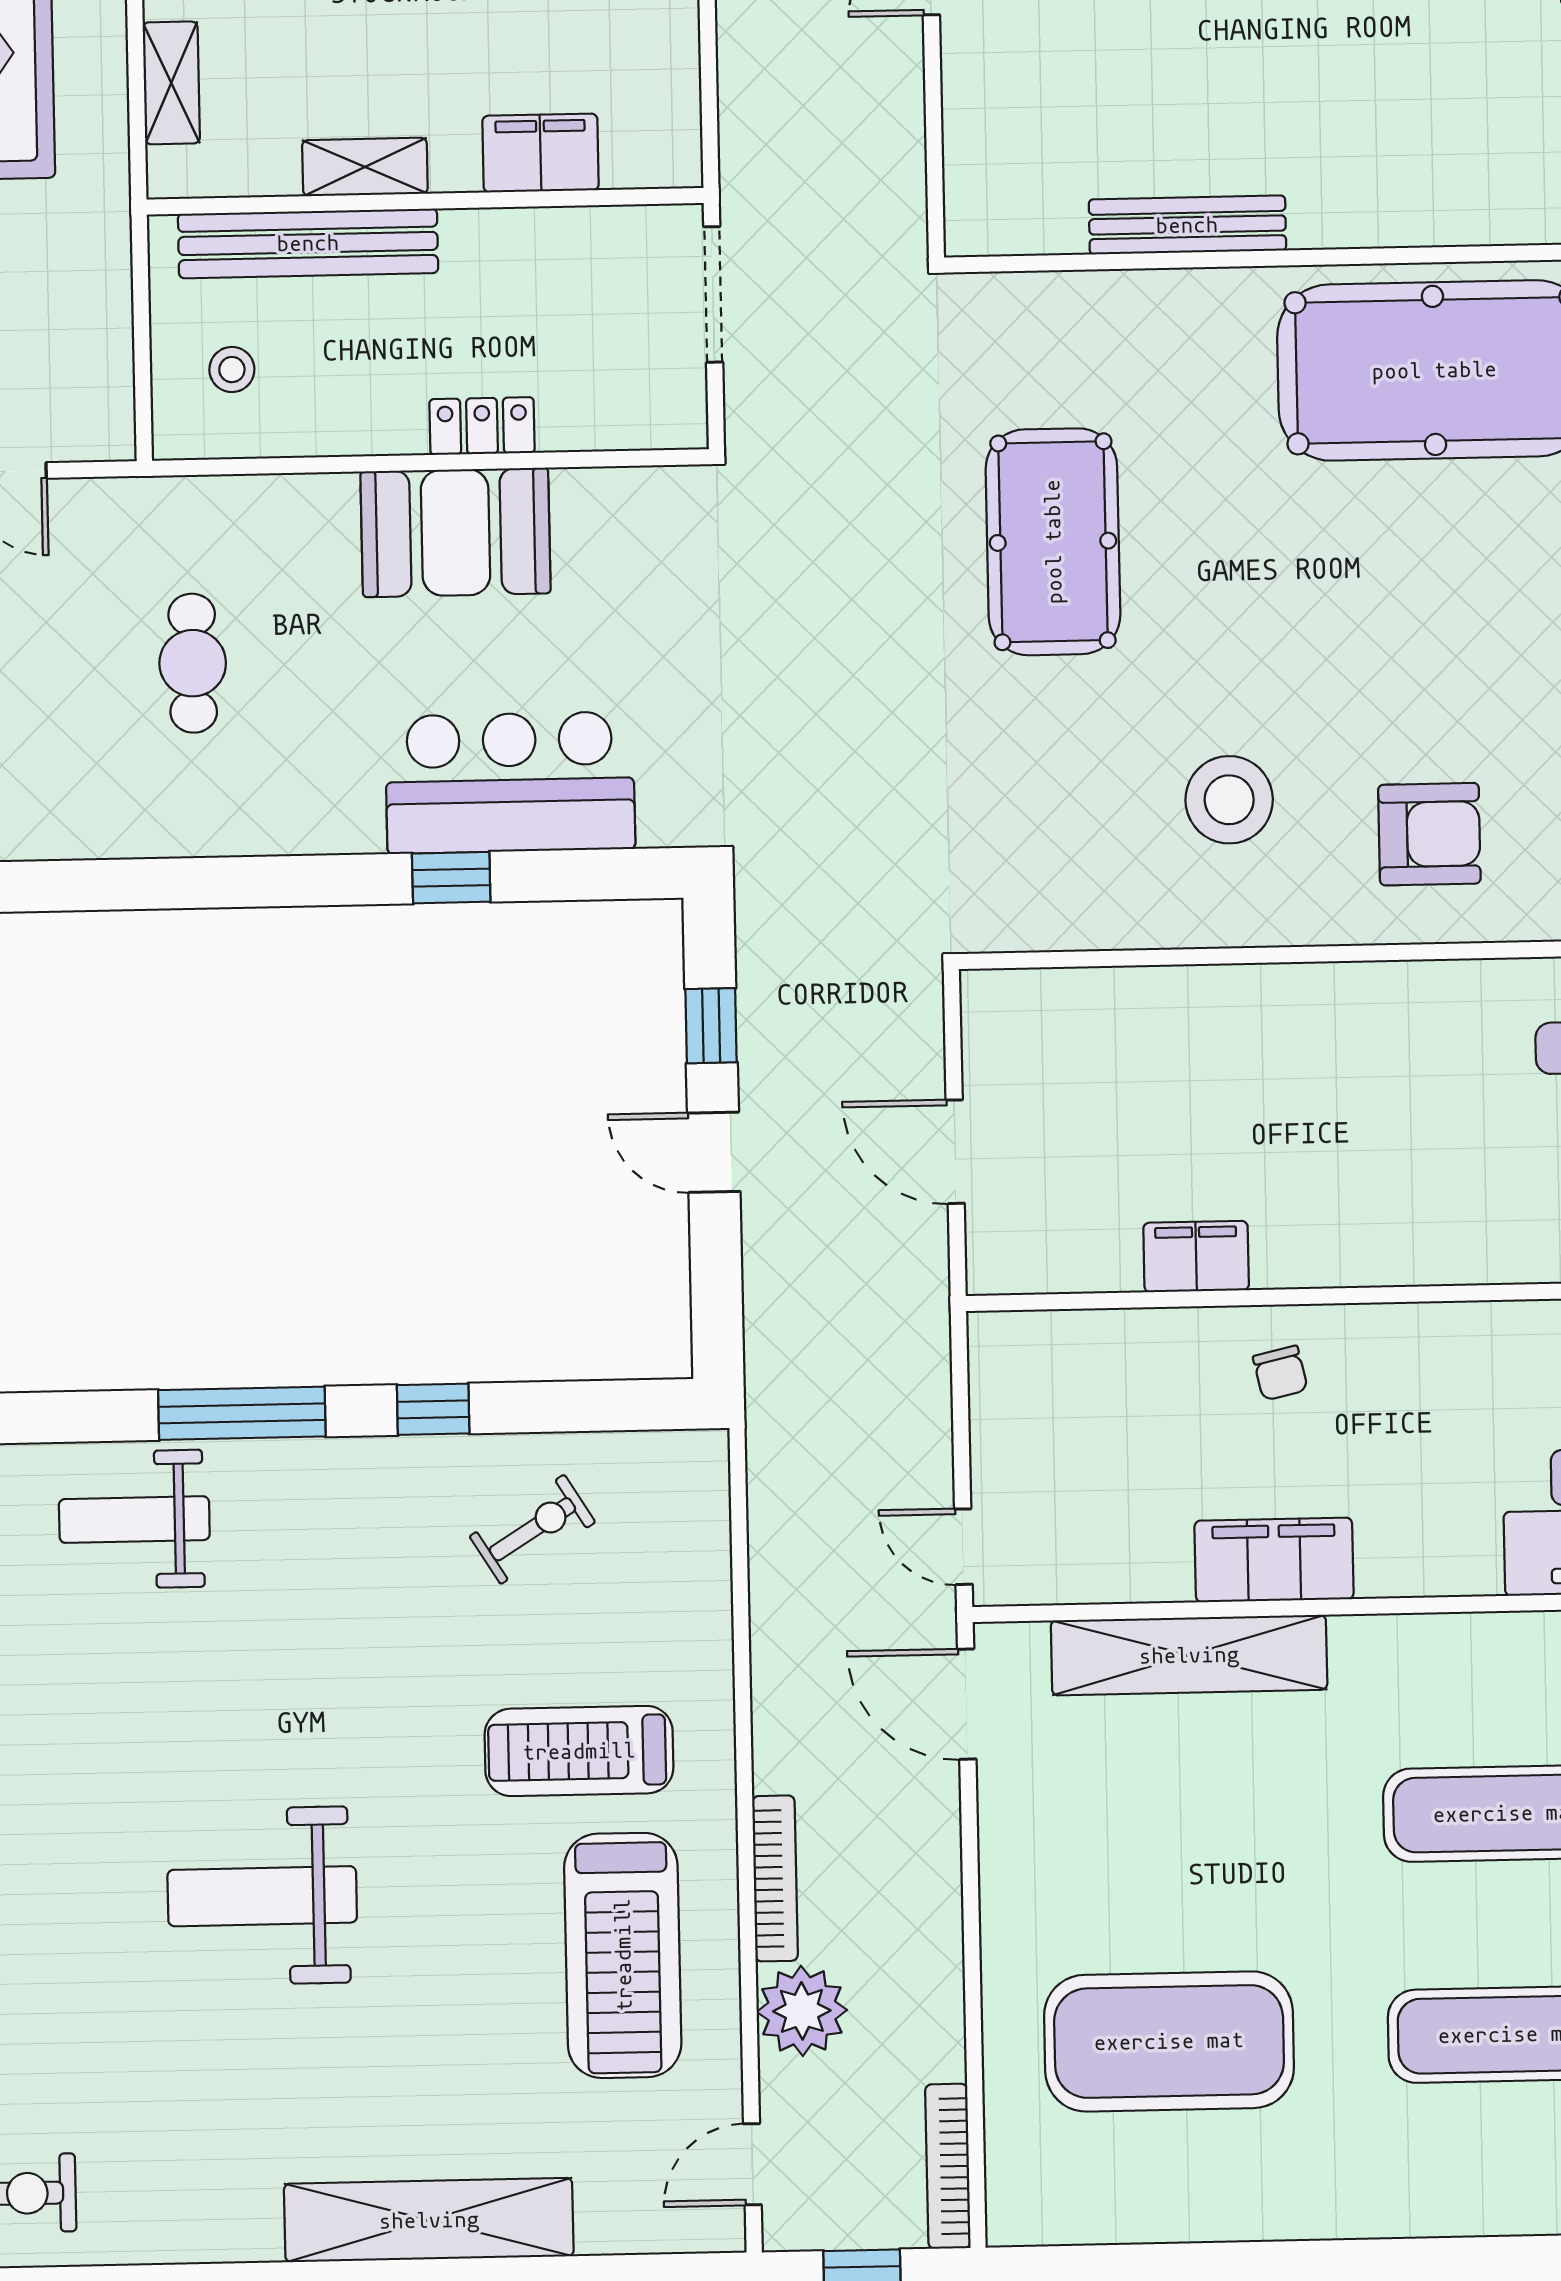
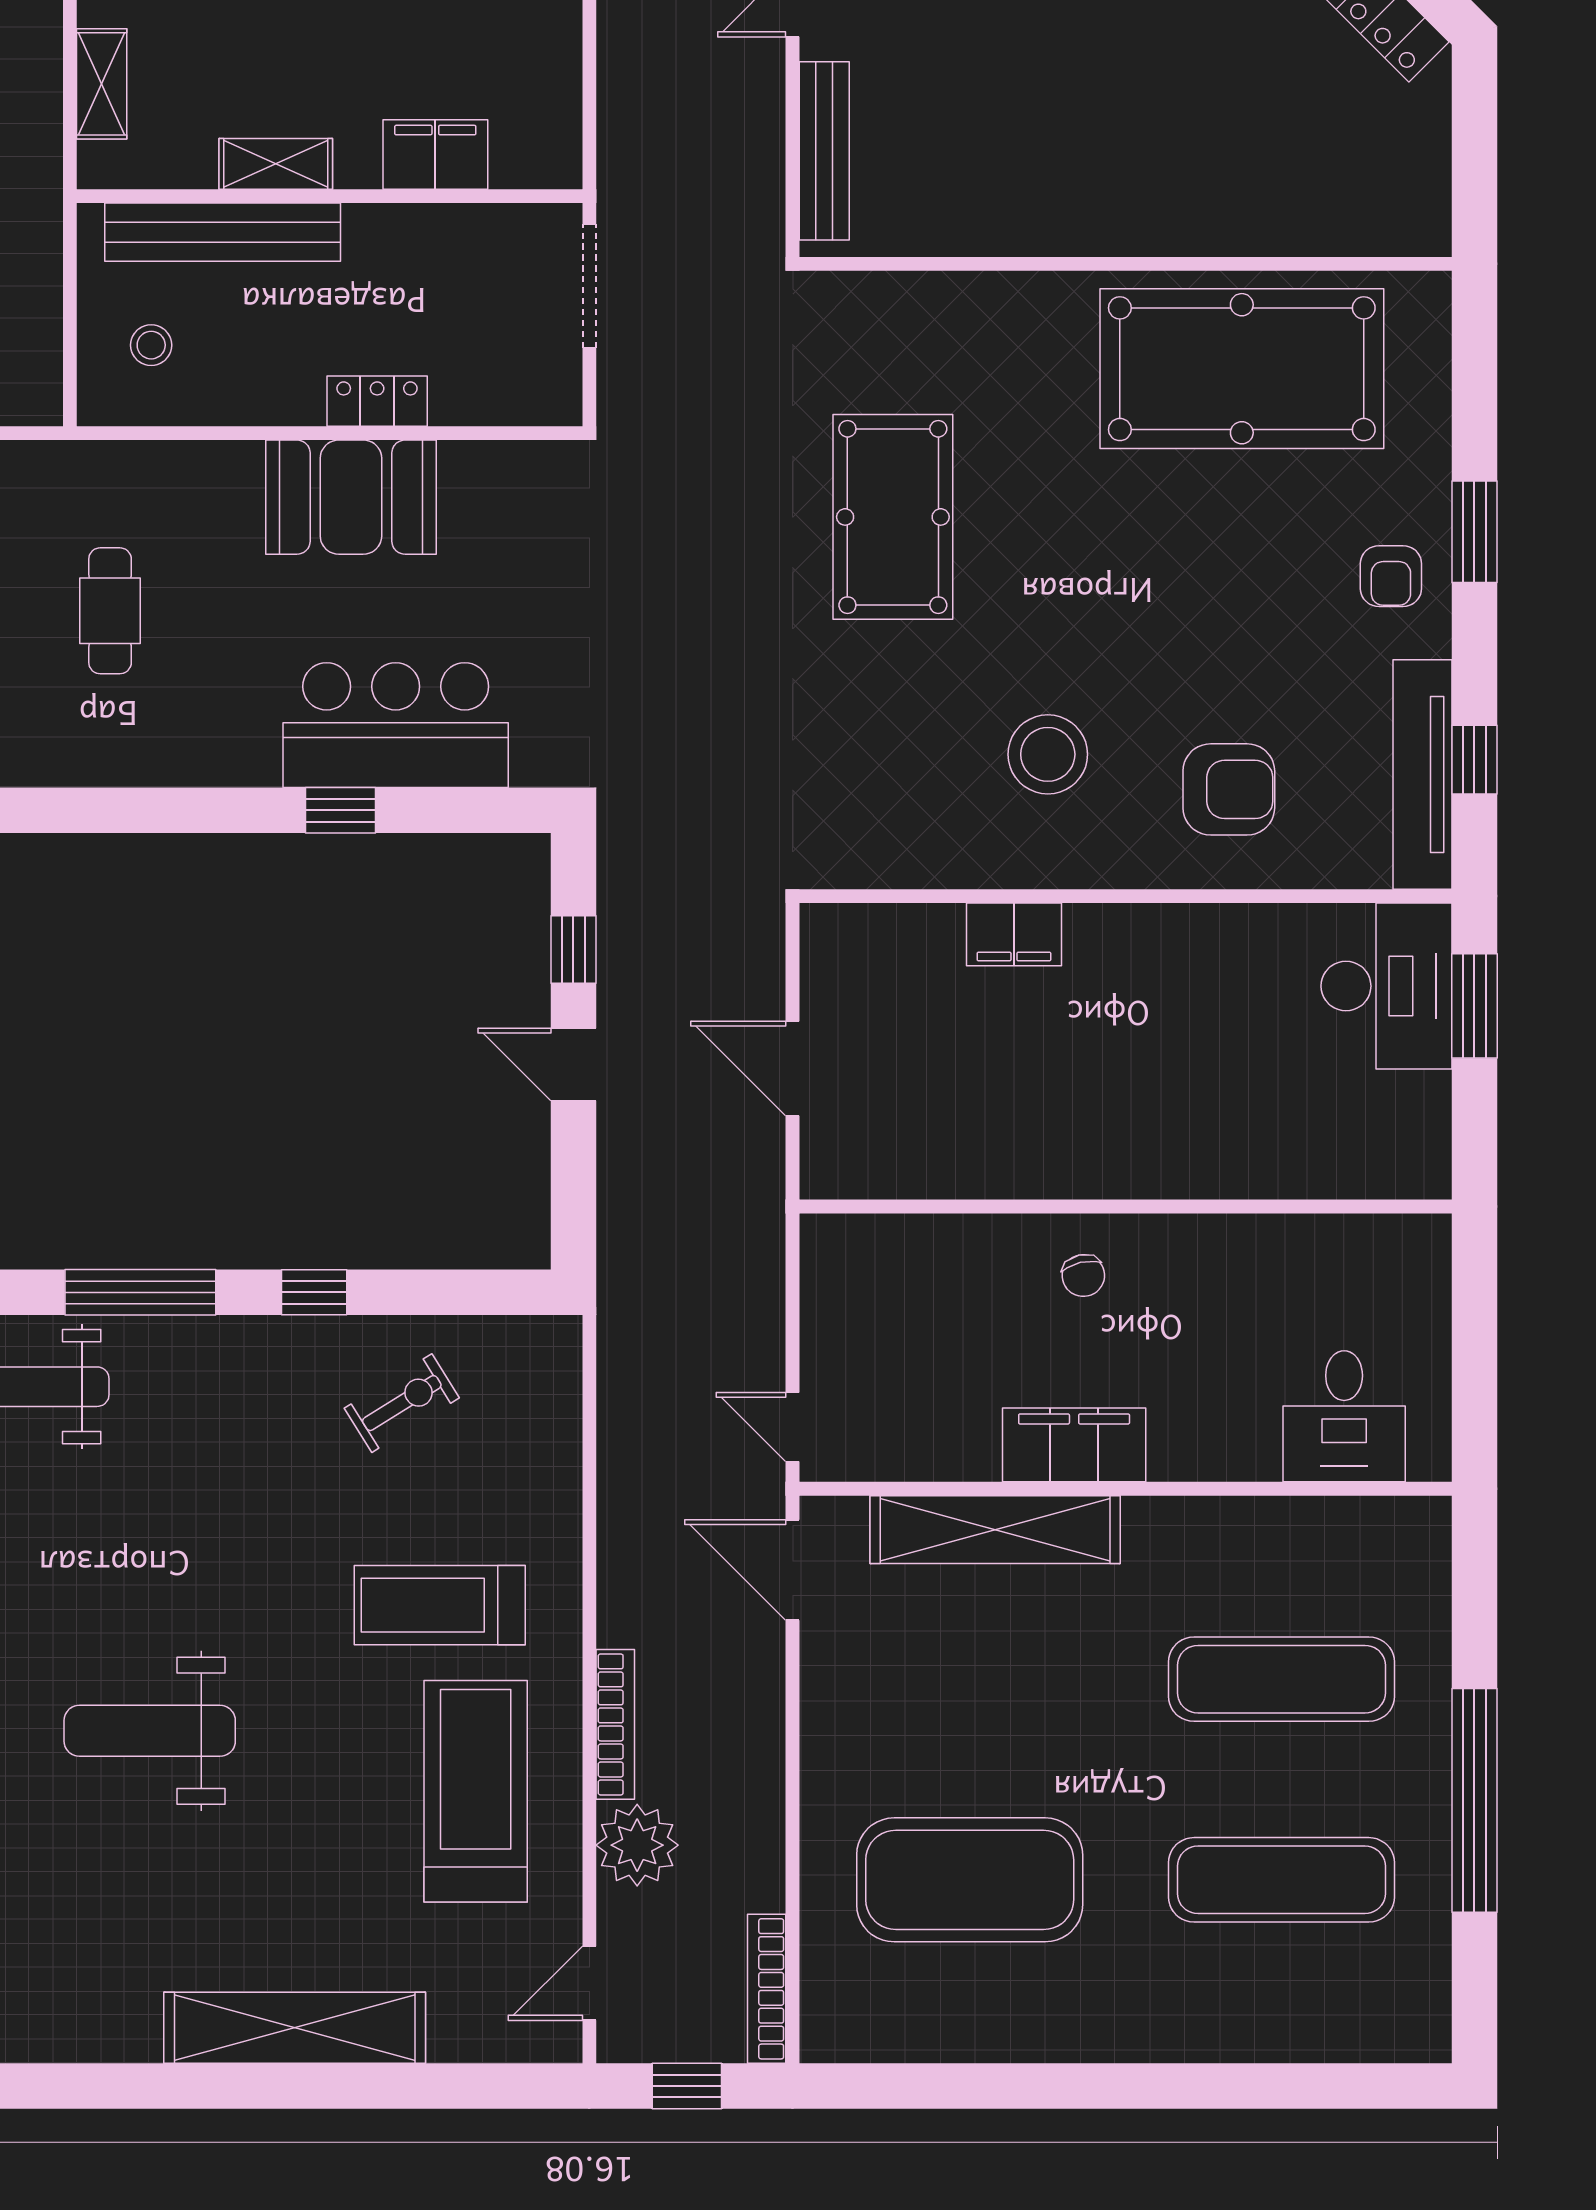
bench: (1187, 225) -> (824, 151), moved, turned 90
filing cabinet: (1196, 1257) -> (1014, 934), moved, turned 180
treadmill: (623, 1955) -> (476, 1791), turned 180

